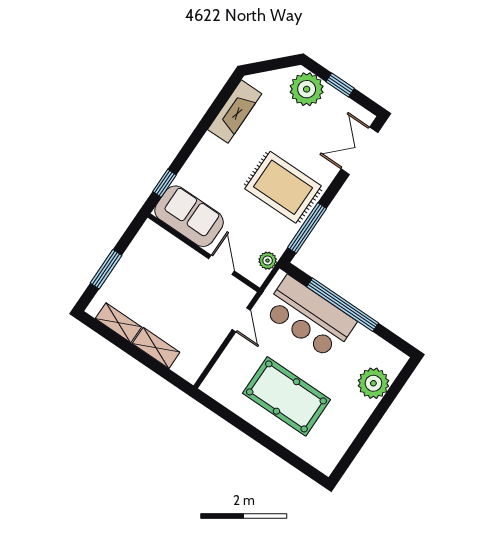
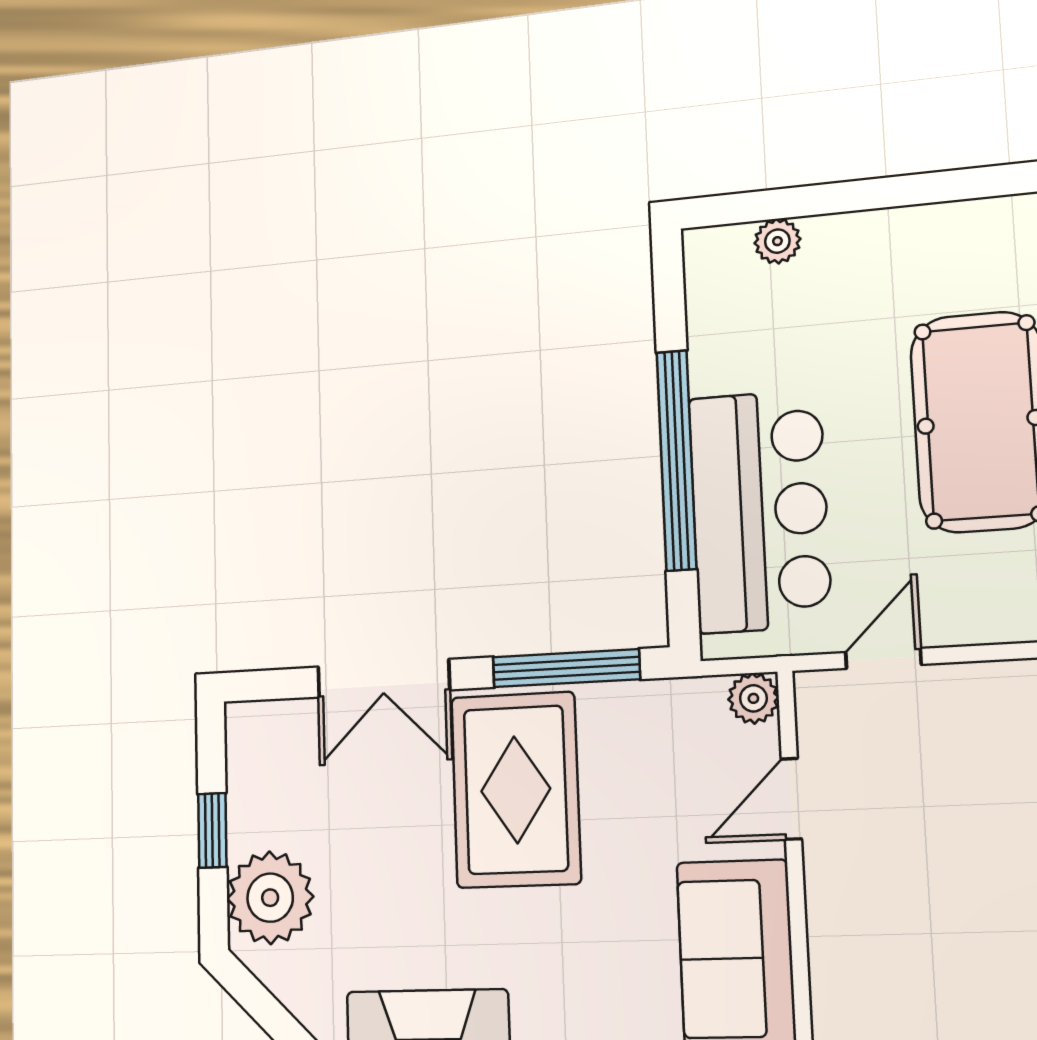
double door: (359, 151) -> (383, 678), moved
plant: (268, 261) -> (753, 698), moved
plant: (373, 383) -> (777, 241), width x0.53, depth x0.53

